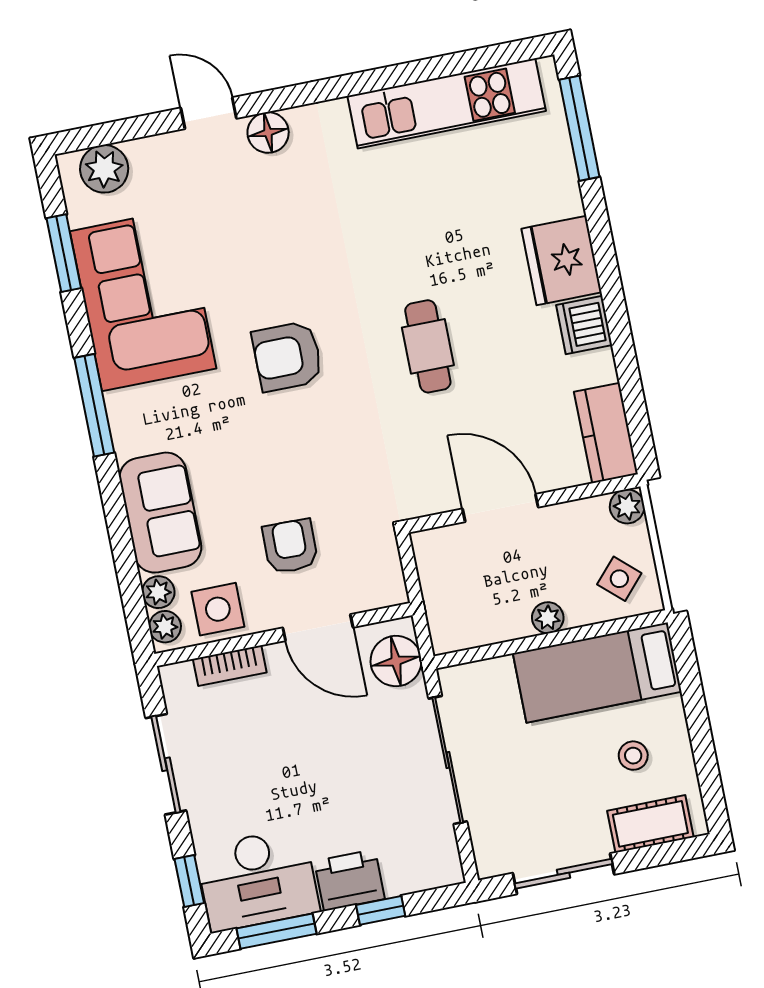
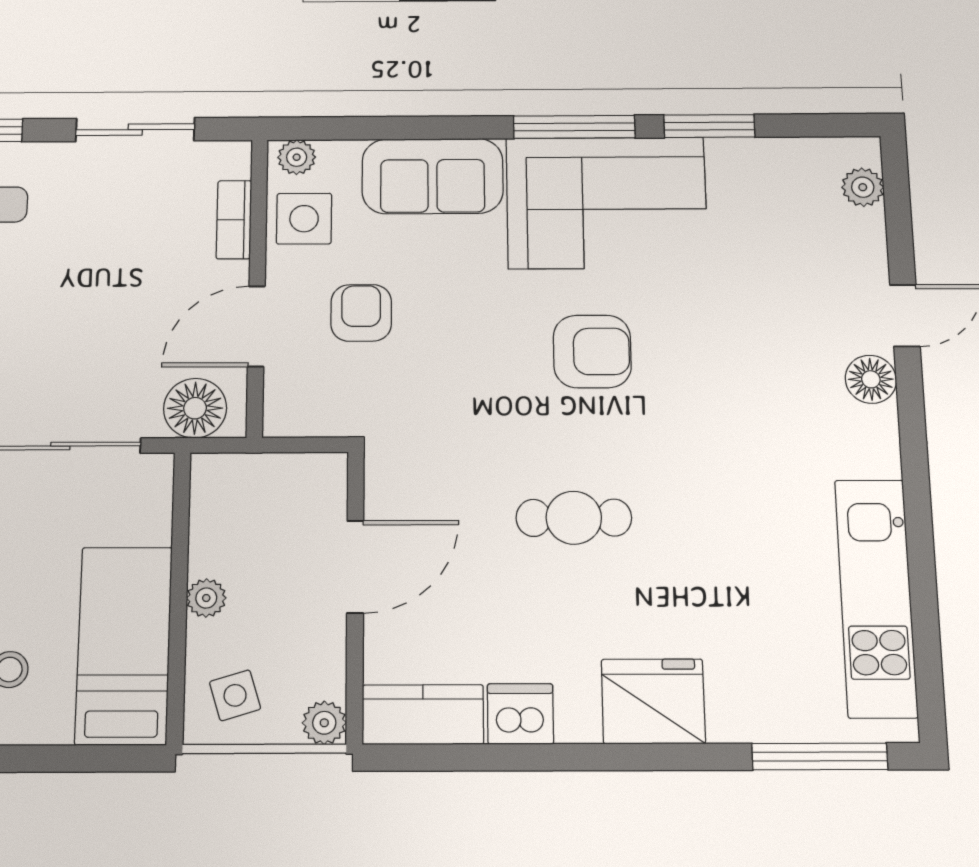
plant: (104, 169) -> (863, 187), width x0.73, depth x0.73
window: (64, 253) -> (709, 126), moved
corner sofa: (143, 300) -> (606, 203), moved
dishwasher: (584, 325) -> (520, 714), moved
armchair: (287, 356) -> (592, 351), turned 90
armchair: (290, 546) -> (361, 313), turned -91
side table: (619, 579) -> (235, 695), turned 31
plant: (158, 592) -> (339, 157), removed

